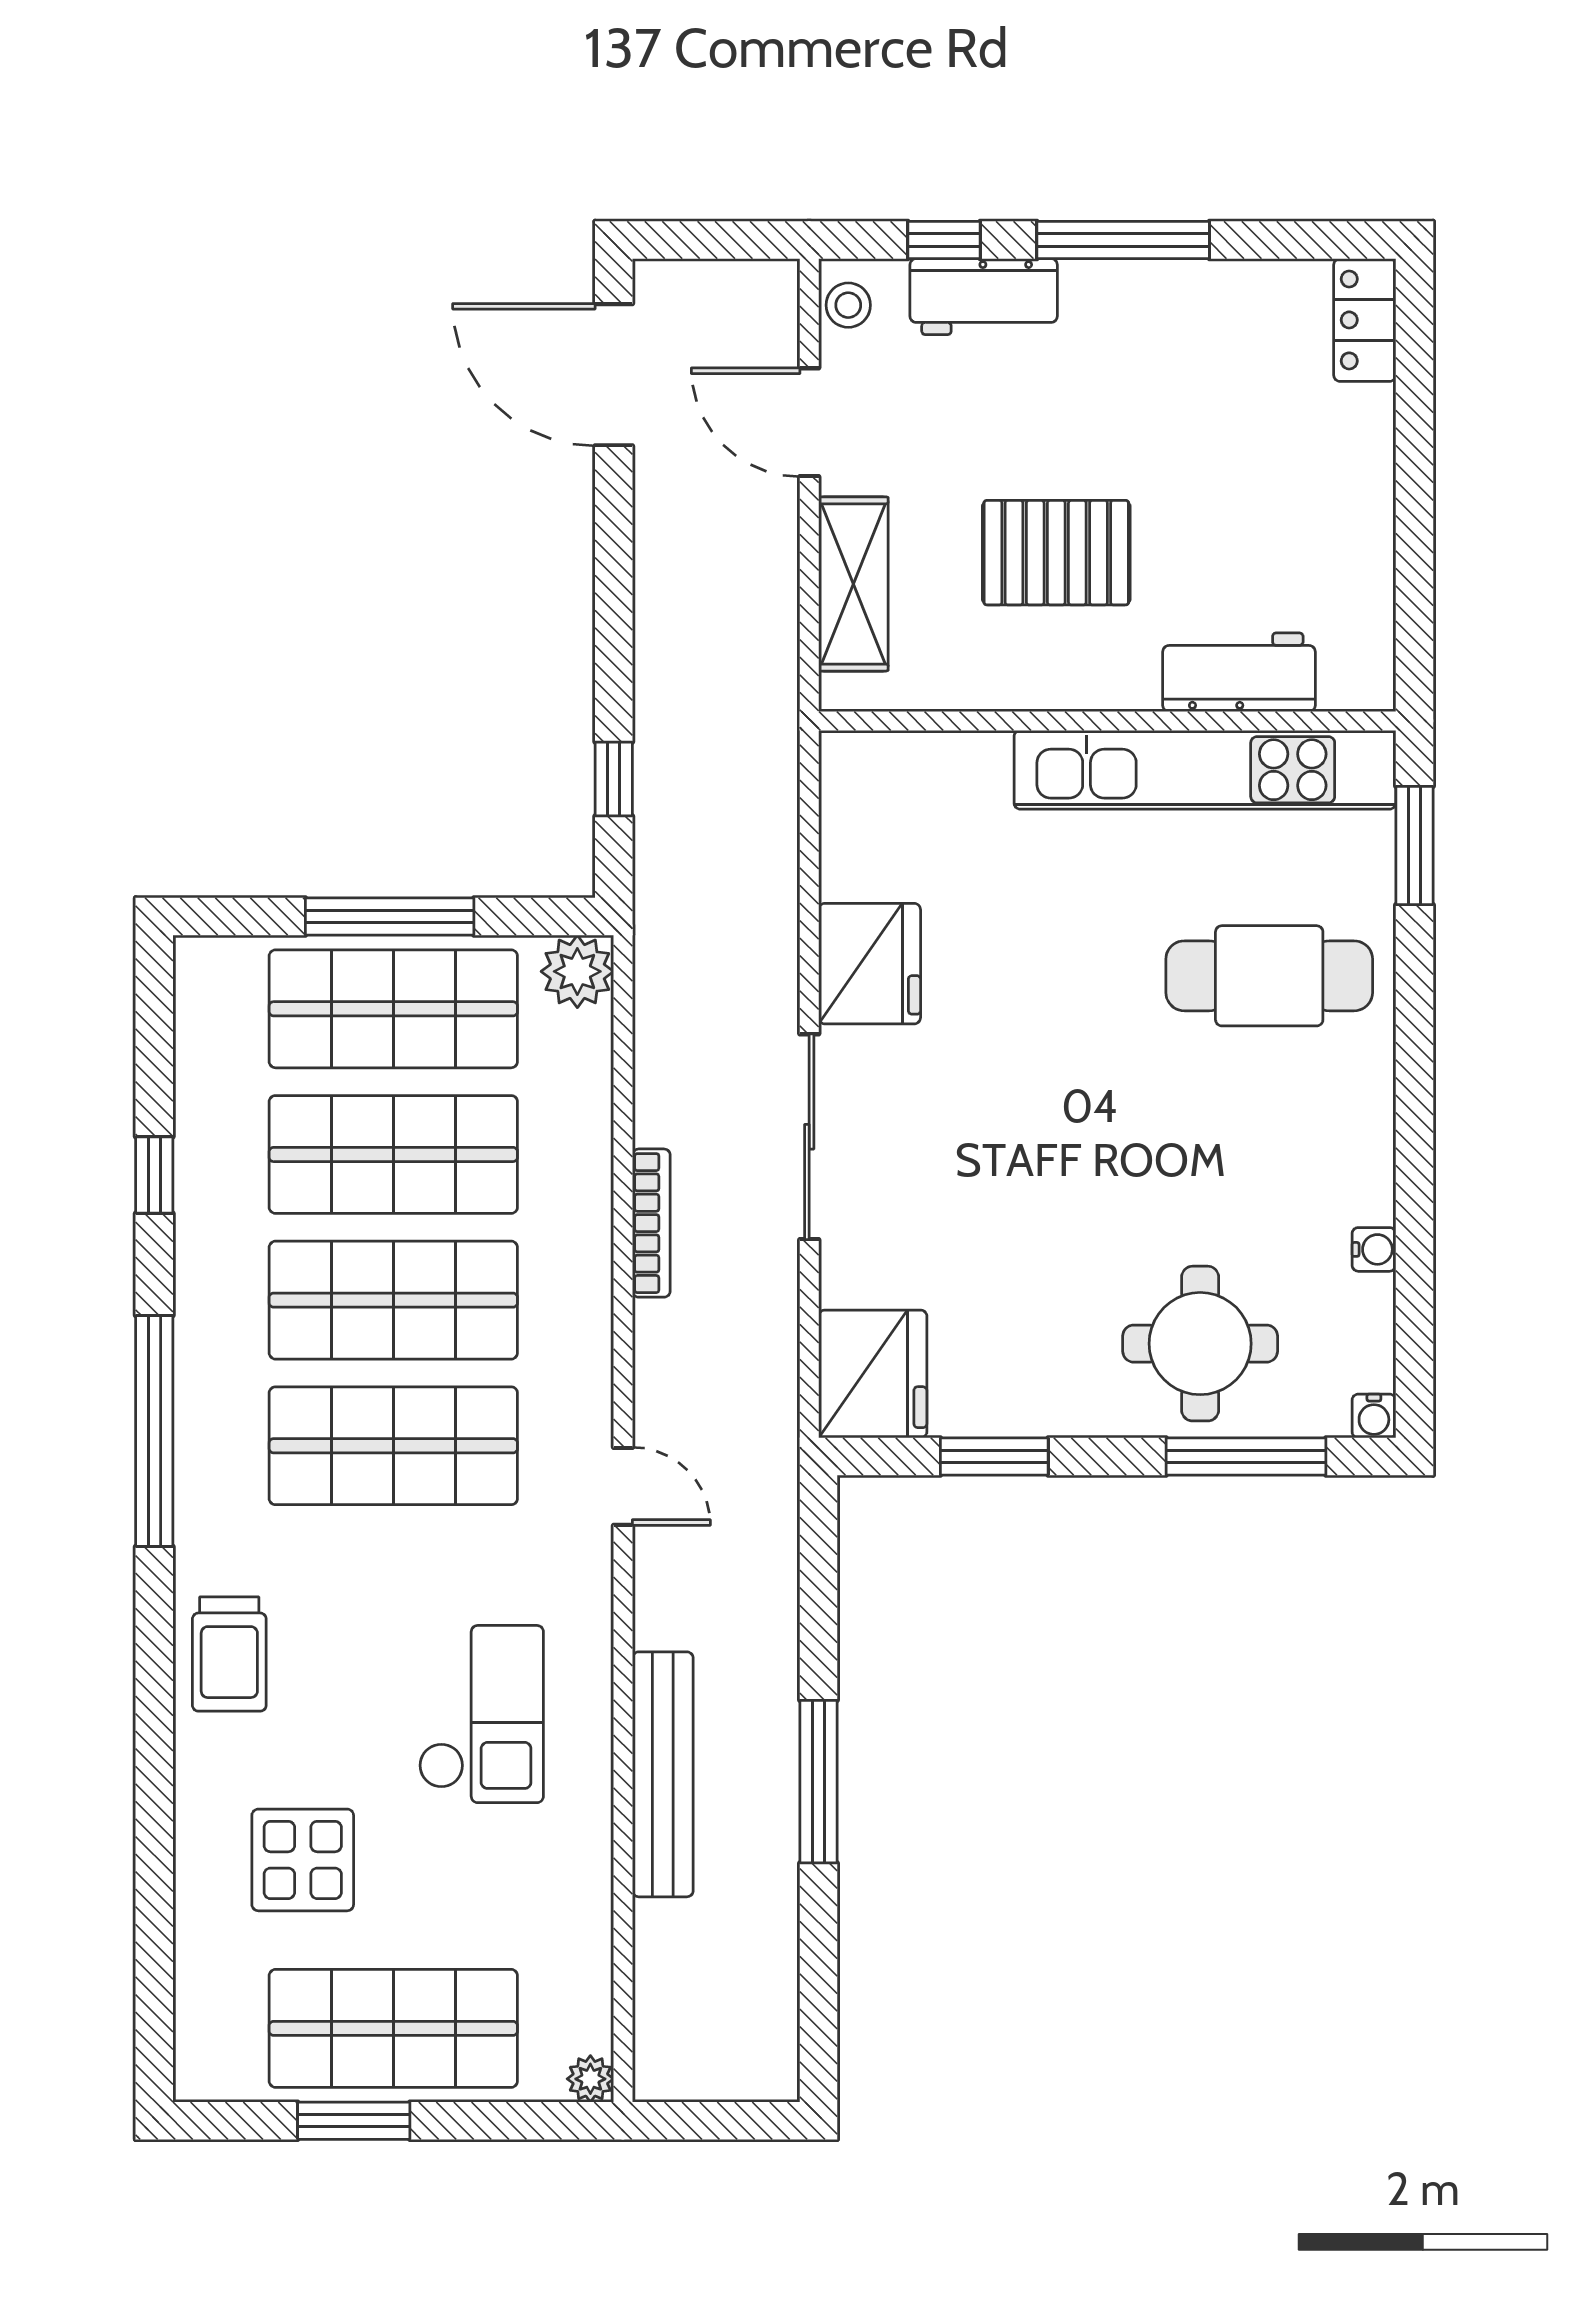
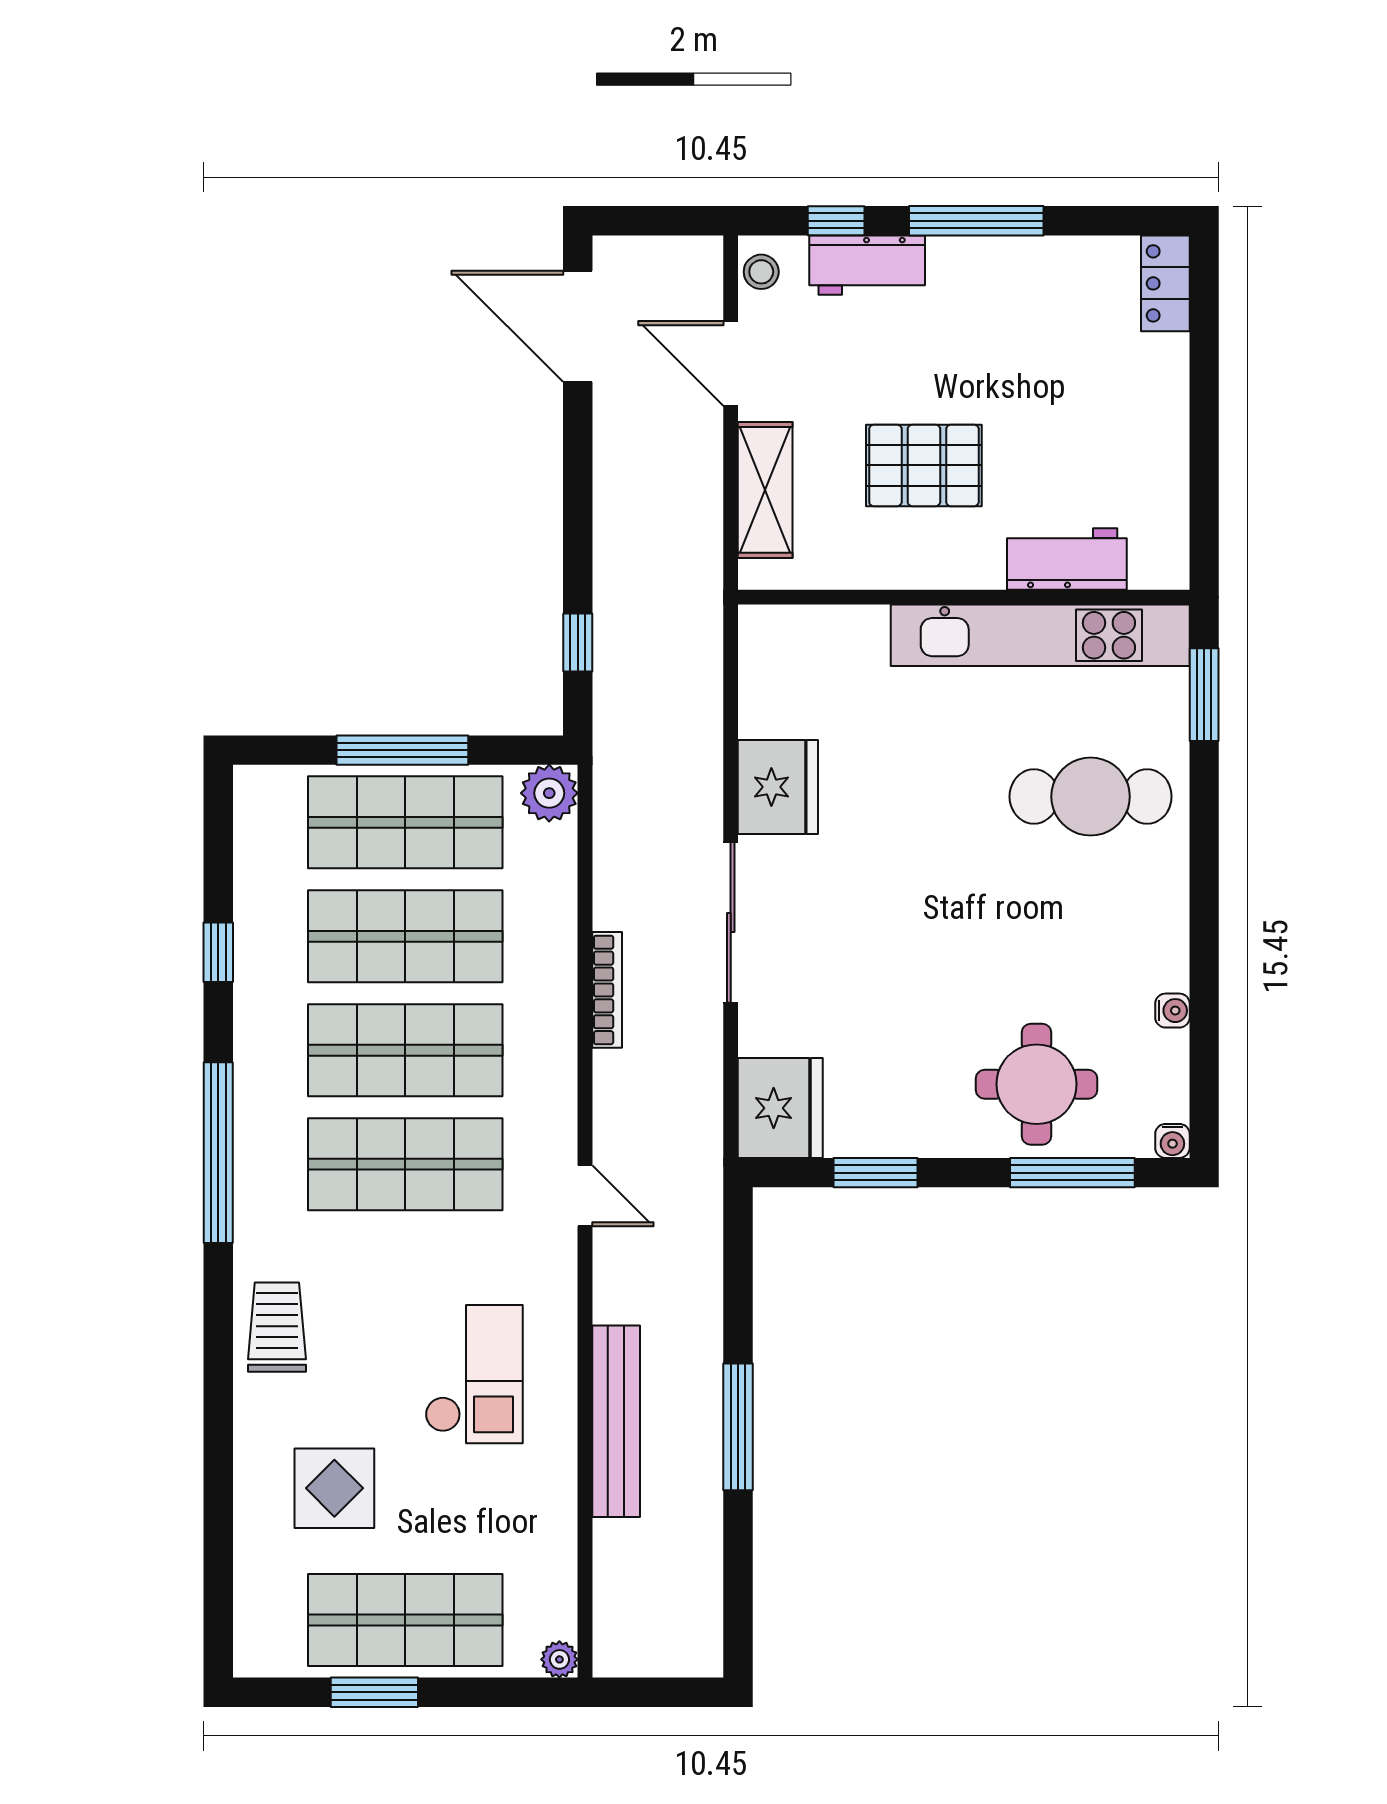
trolley: (229, 1654) -> (277, 1327), turned 180

